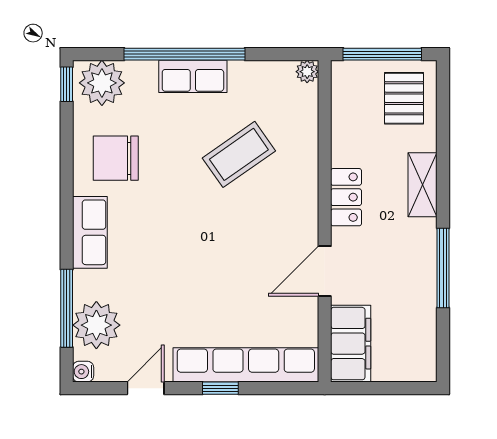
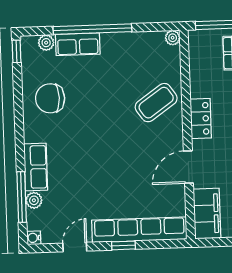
row of seats: (193, 76) -> (78, 44), moved
plant: (102, 83) -> (46, 43), width x0.53, depth x0.53
coffee table: (239, 154) -> (156, 103), moved
row of seats: (90, 232) -> (36, 167), moved
plant: (96, 325) -> (34, 200), width x0.53, depth x0.53

